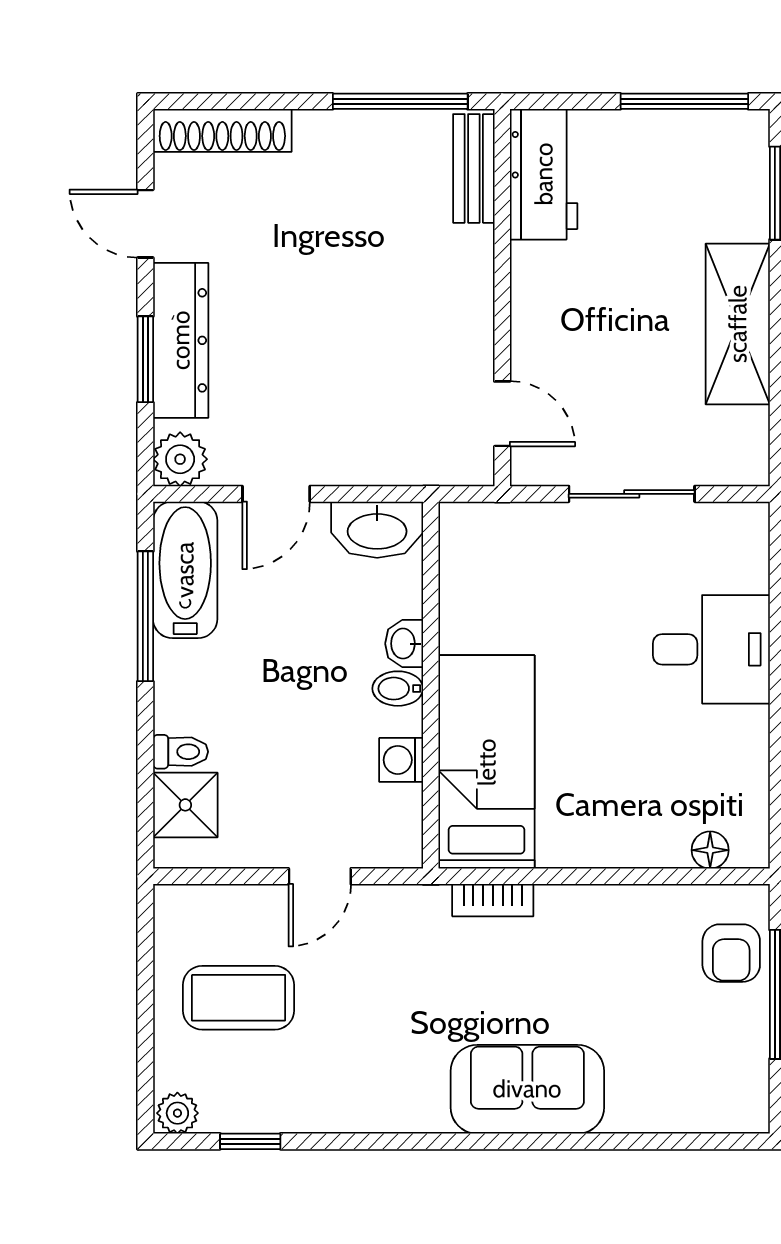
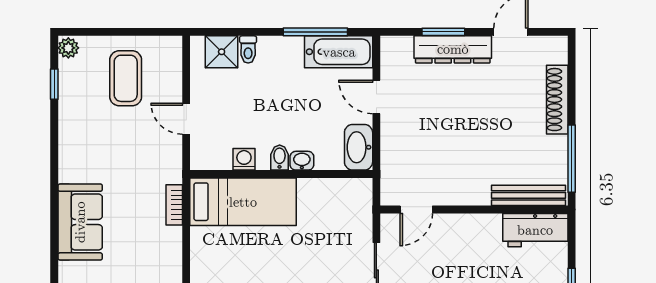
shoe rack: (222, 130) -> (557, 100), moved
bench: (474, 168) -> (528, 195), width x1.36
plant: (180, 459) -> (394, 49), removed

